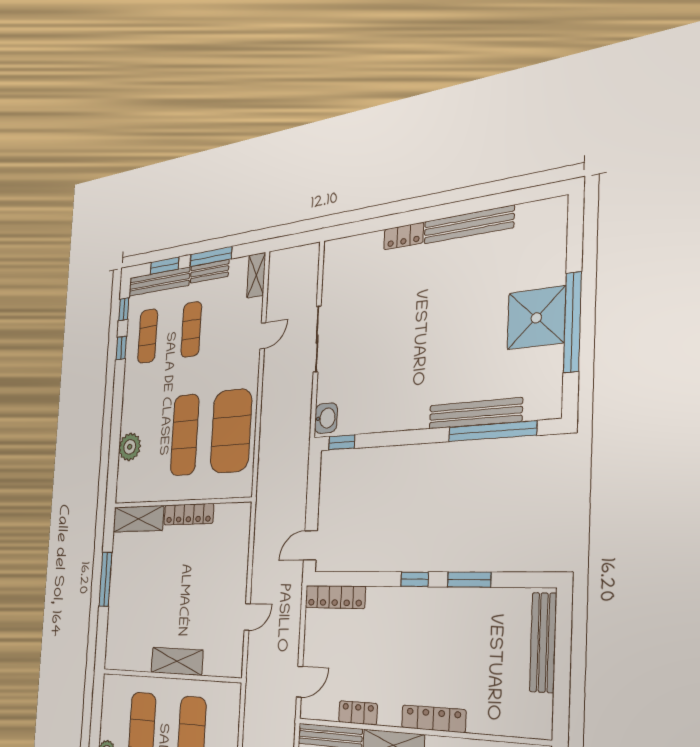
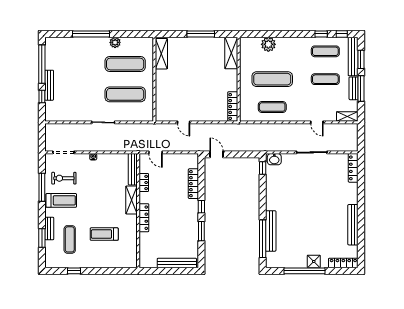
locker: (556, 231) -> (343, 263), added
locker: (404, 236) -> (353, 168), moved, width x1.53
shower: (536, 318) -> (314, 261), width x0.54, depth x0.54
exercise mat: (231, 431) -> (272, 107), width x0.50, depth x0.69
locker: (189, 514) -> (233, 106), moved
locker: (335, 597) -> (193, 184), moved
shelving: (177, 661) -> (161, 54), moved

